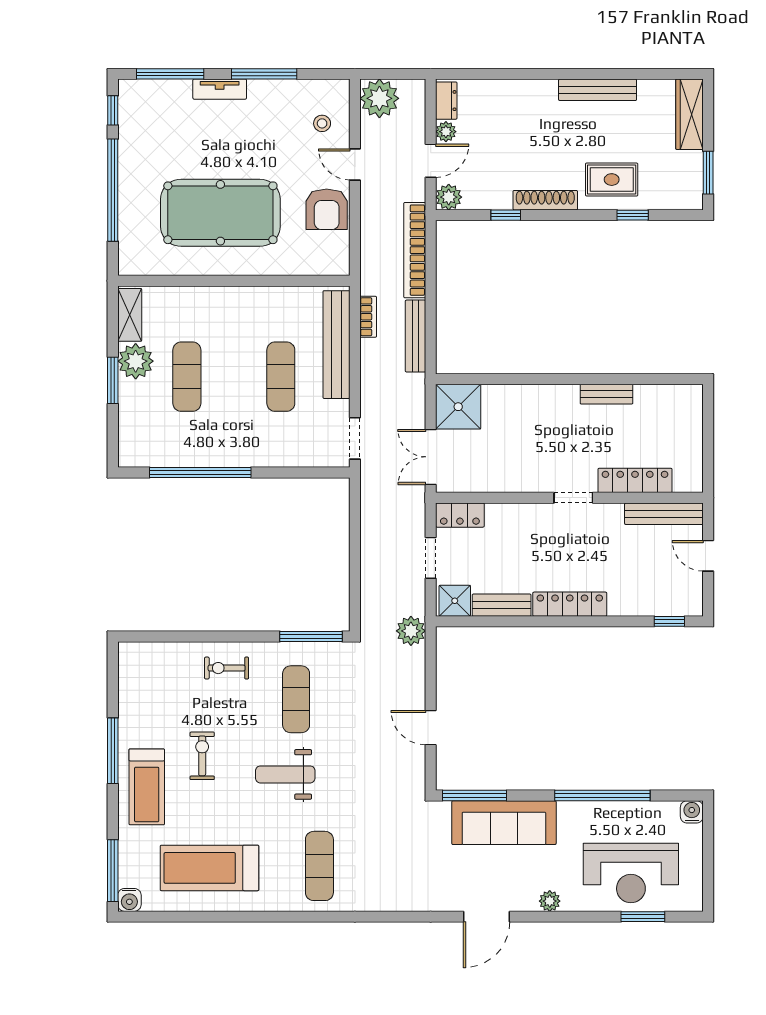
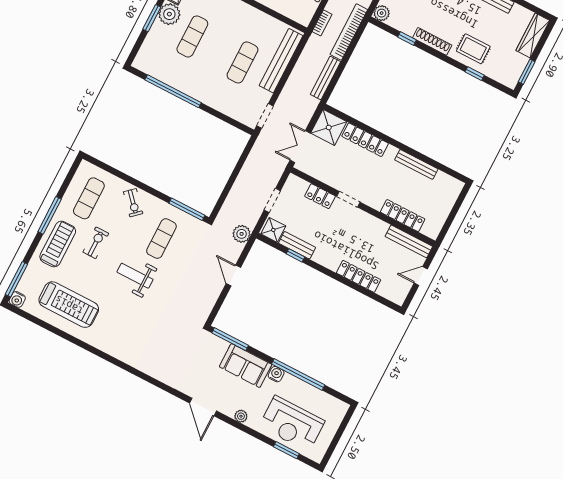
bookcase: (368, 317) -> (322, 23), moved
bench: (606, 394) -> (416, 164), width x1.36
locker: (521, 397) -> (365, 140), added
doorway: (573, 498) -> (348, 199), moved
locker: (460, 515) -> (320, 196), moved
door: (708, 556) -> (421, 276), hinge flipped
locker: (570, 604) -> (359, 276), moved
window: (669, 621) -> (295, 255), moved
exercise bike: (227, 668) -> (133, 203), turned -132
door: (431, 728) -> (233, 276), moved
treadmill: (147, 787) -> (58, 244), turned 180
water cooler: (692, 812) -> (276, 374), moved
sofa: (504, 823) -> (246, 366), width x0.73
exercise mat: (319, 866) -> (89, 198), moved
treadmill: (209, 868) -> (69, 305), turned 180
door: (487, 917) -> (203, 407), hinge flipped

